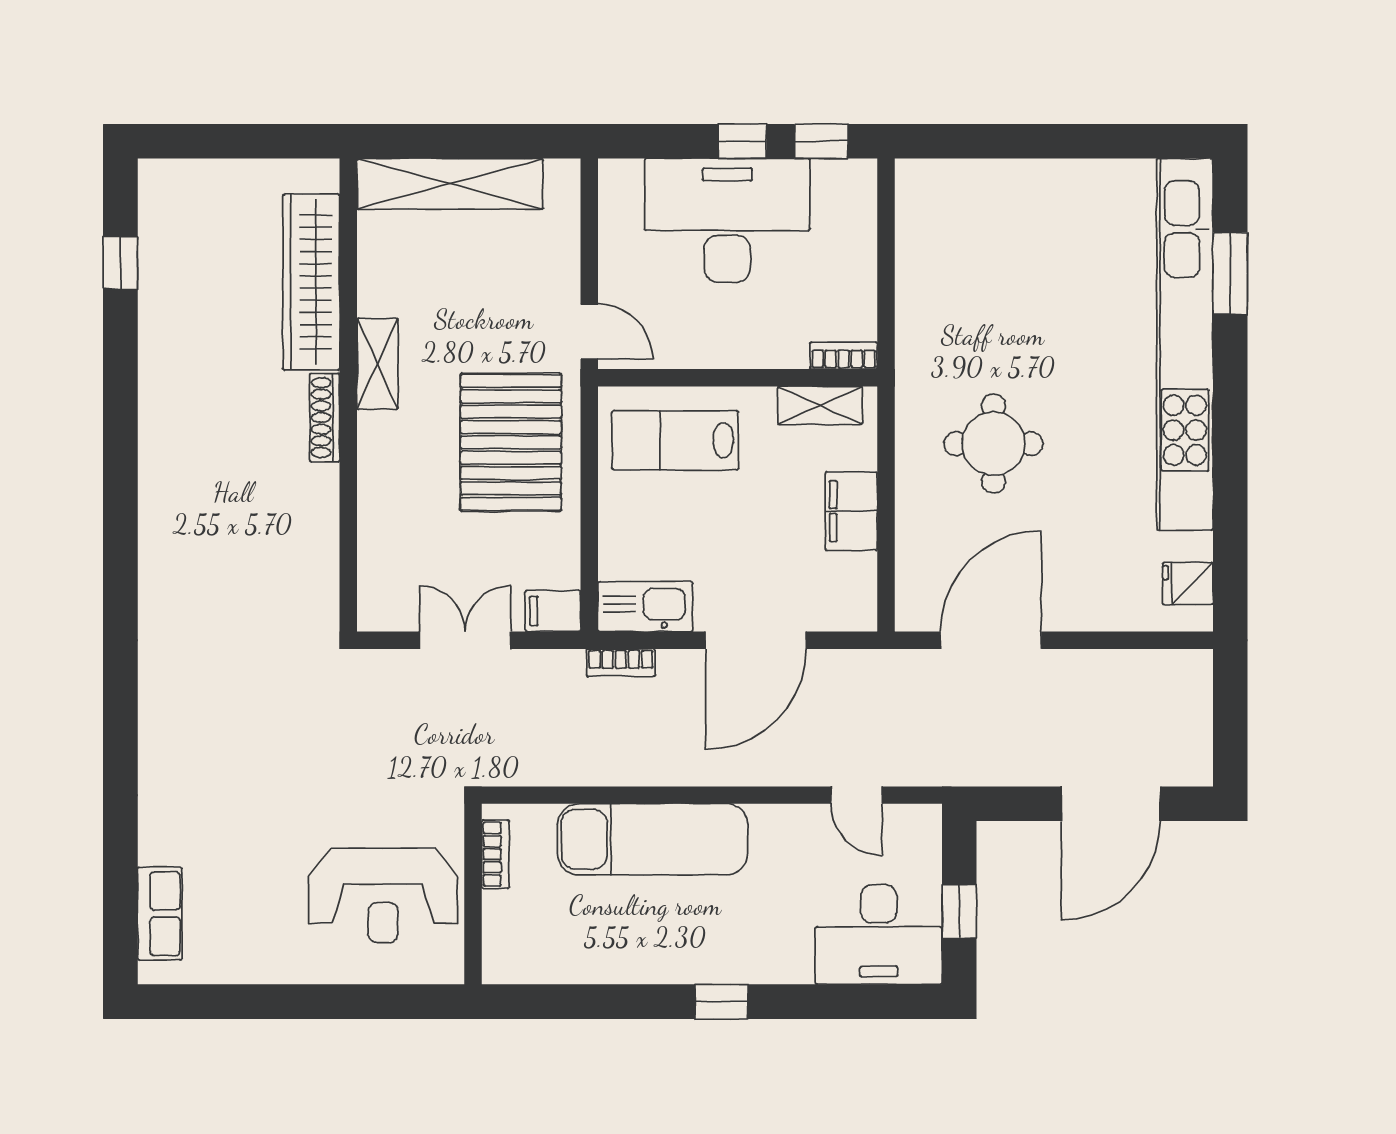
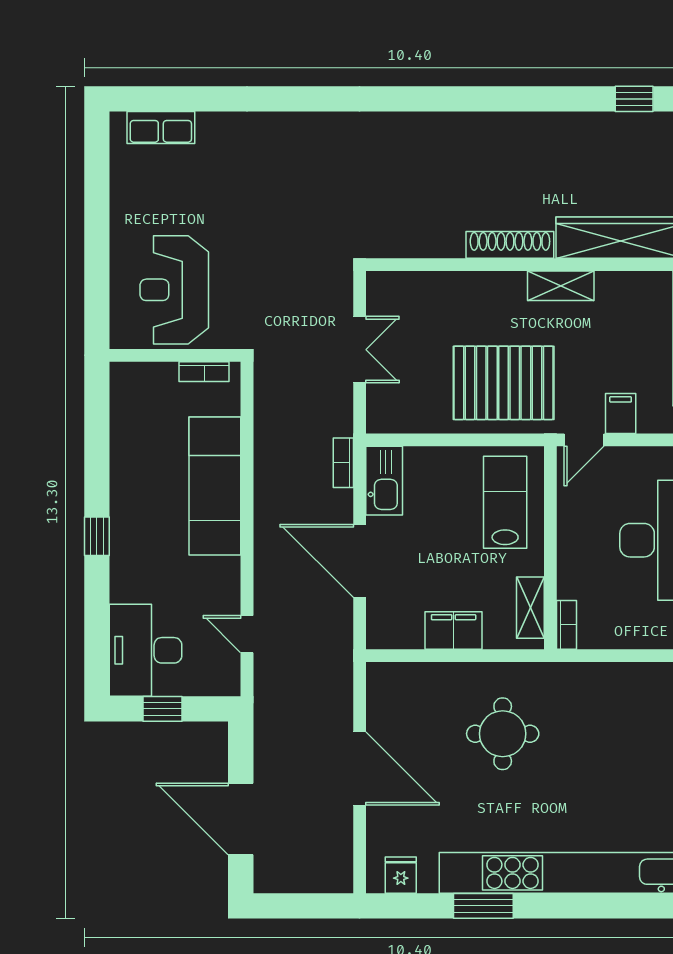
window: (1230, 274) -> (483, 906), moved
shoe rack: (325, 418) -> (510, 245), width x1.36, depth x1.24
filing cabinet: (553, 611) -> (621, 413), moved
door: (991, 640) -> (360, 769), moved
door: (856, 795) -> (247, 634), hinge flipped

